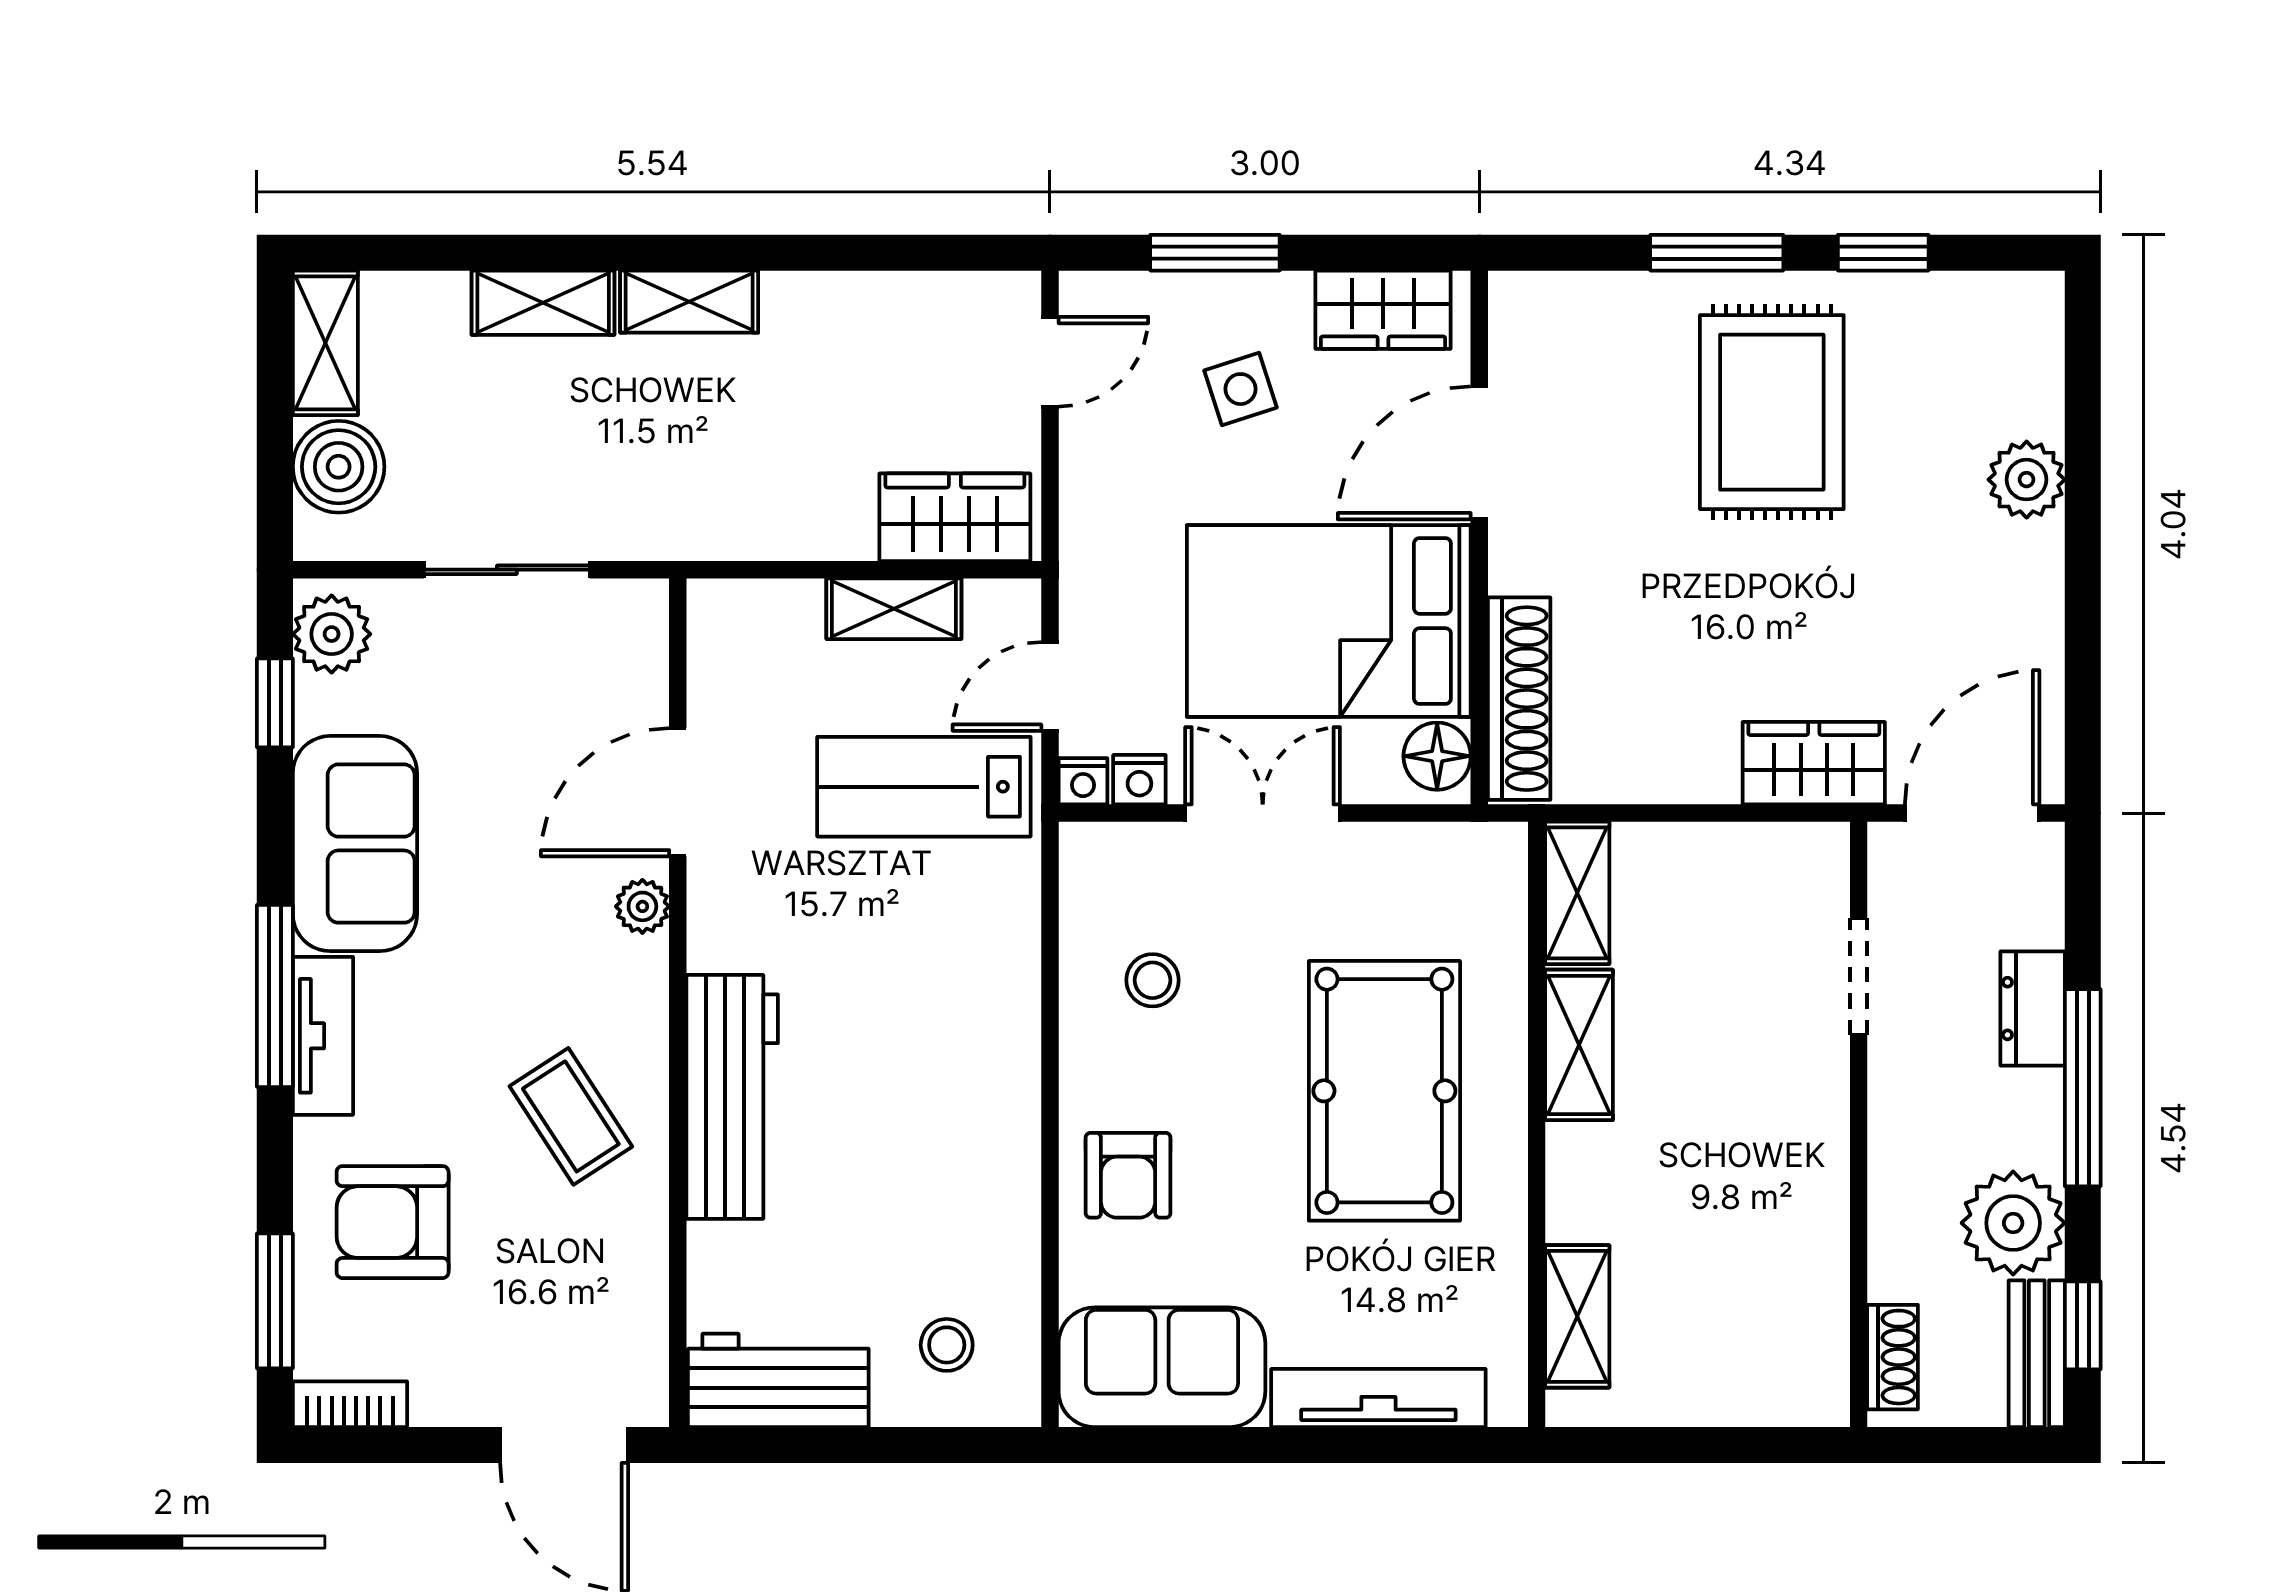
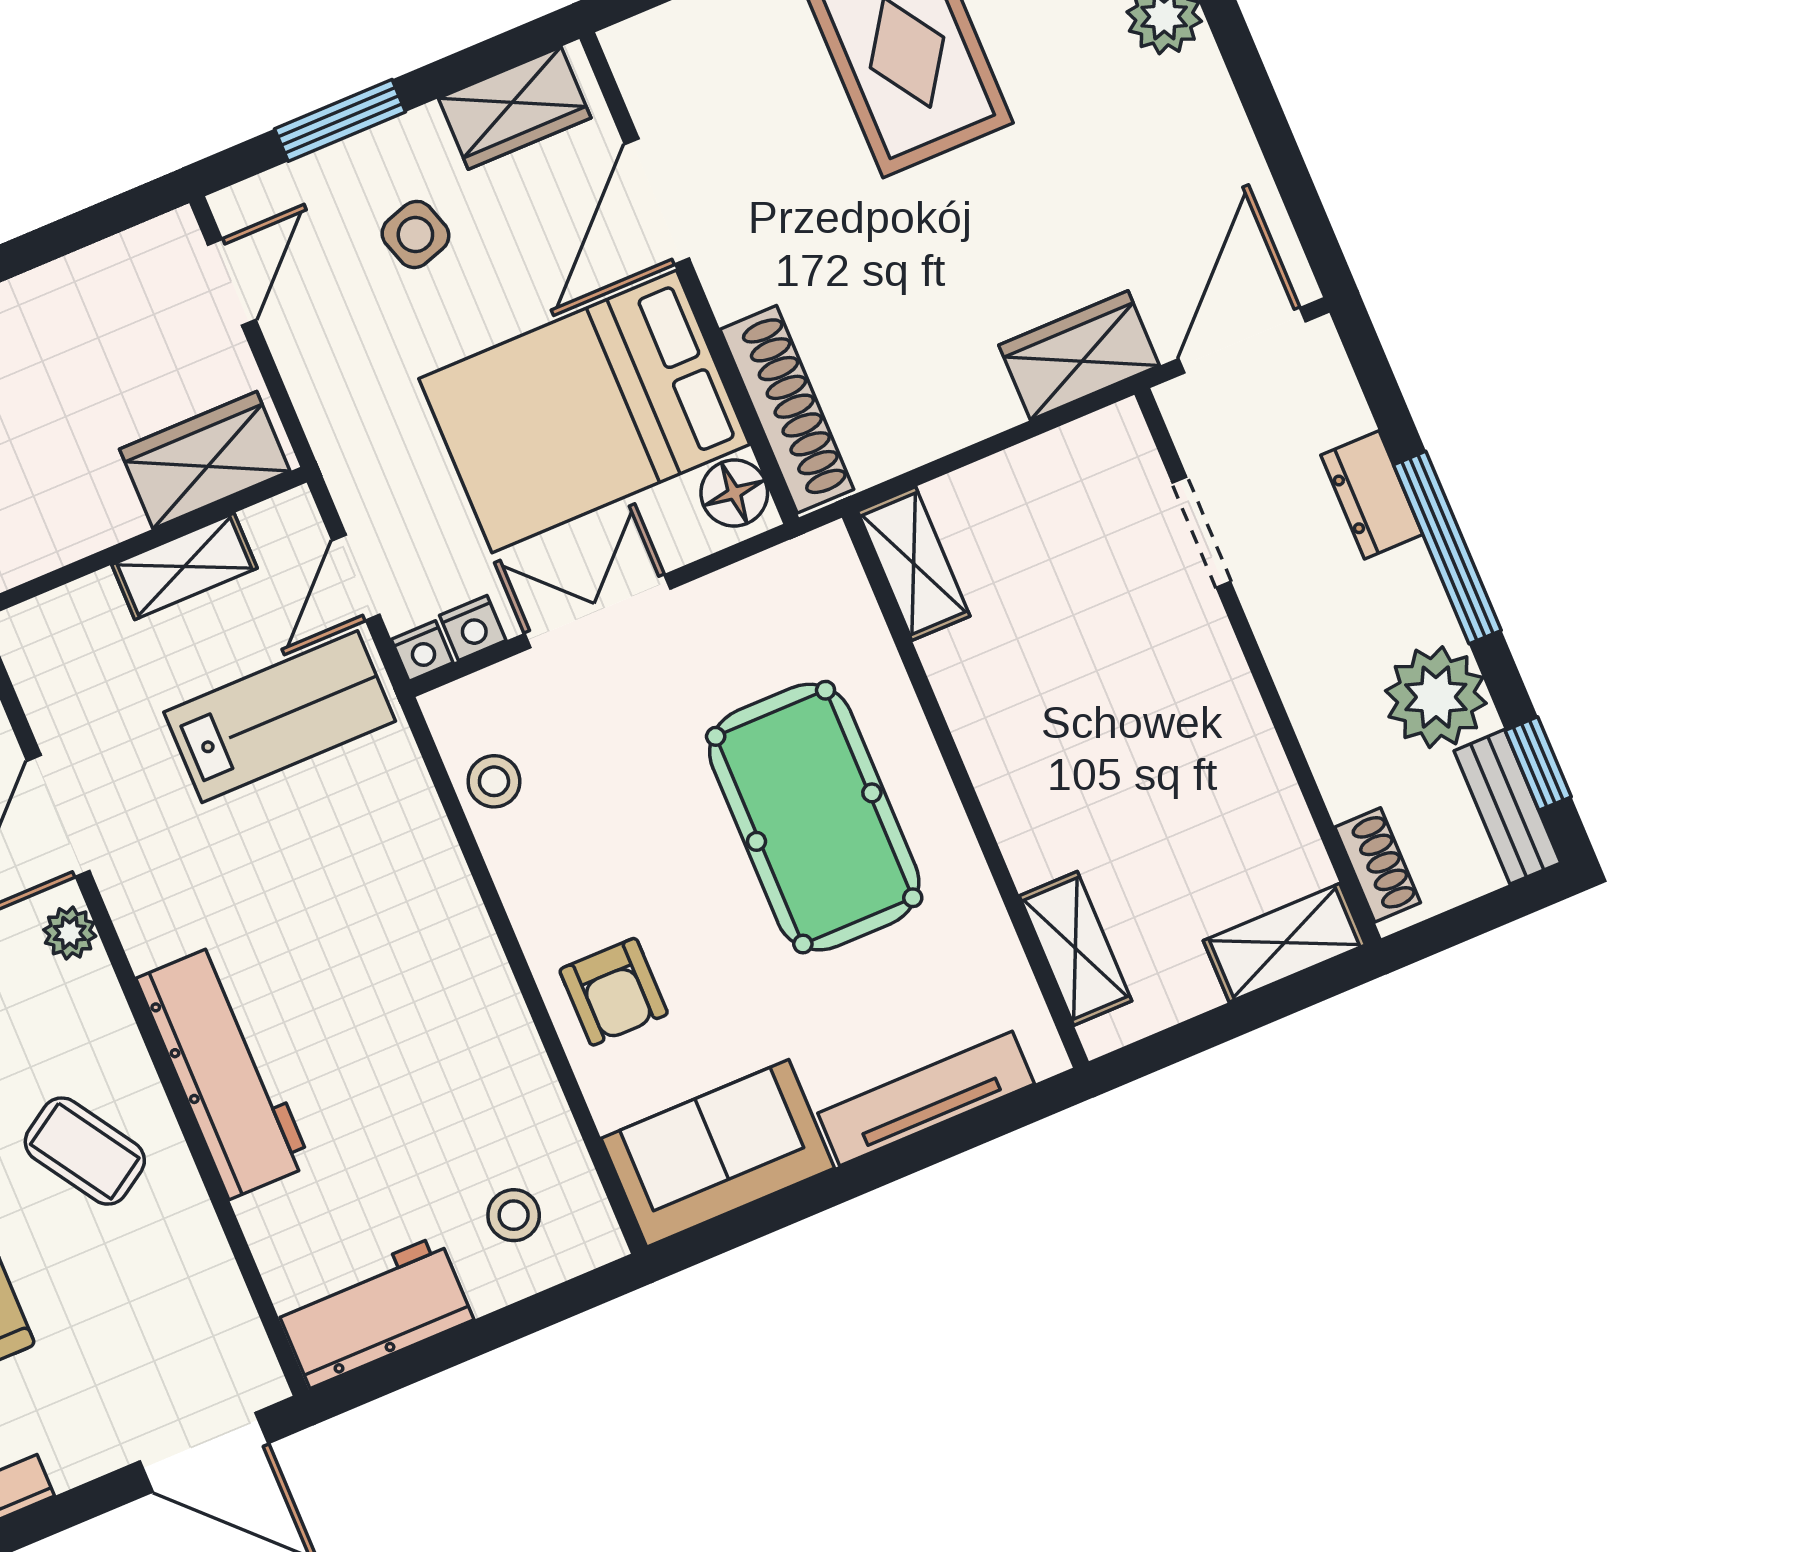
lab bench: (924, 787) -> (280, 717), turned 180
stool: (1152, 980) -> (494, 781), moved
shelving: (1579, 1045) -> (1284, 943), moved, turned 90

